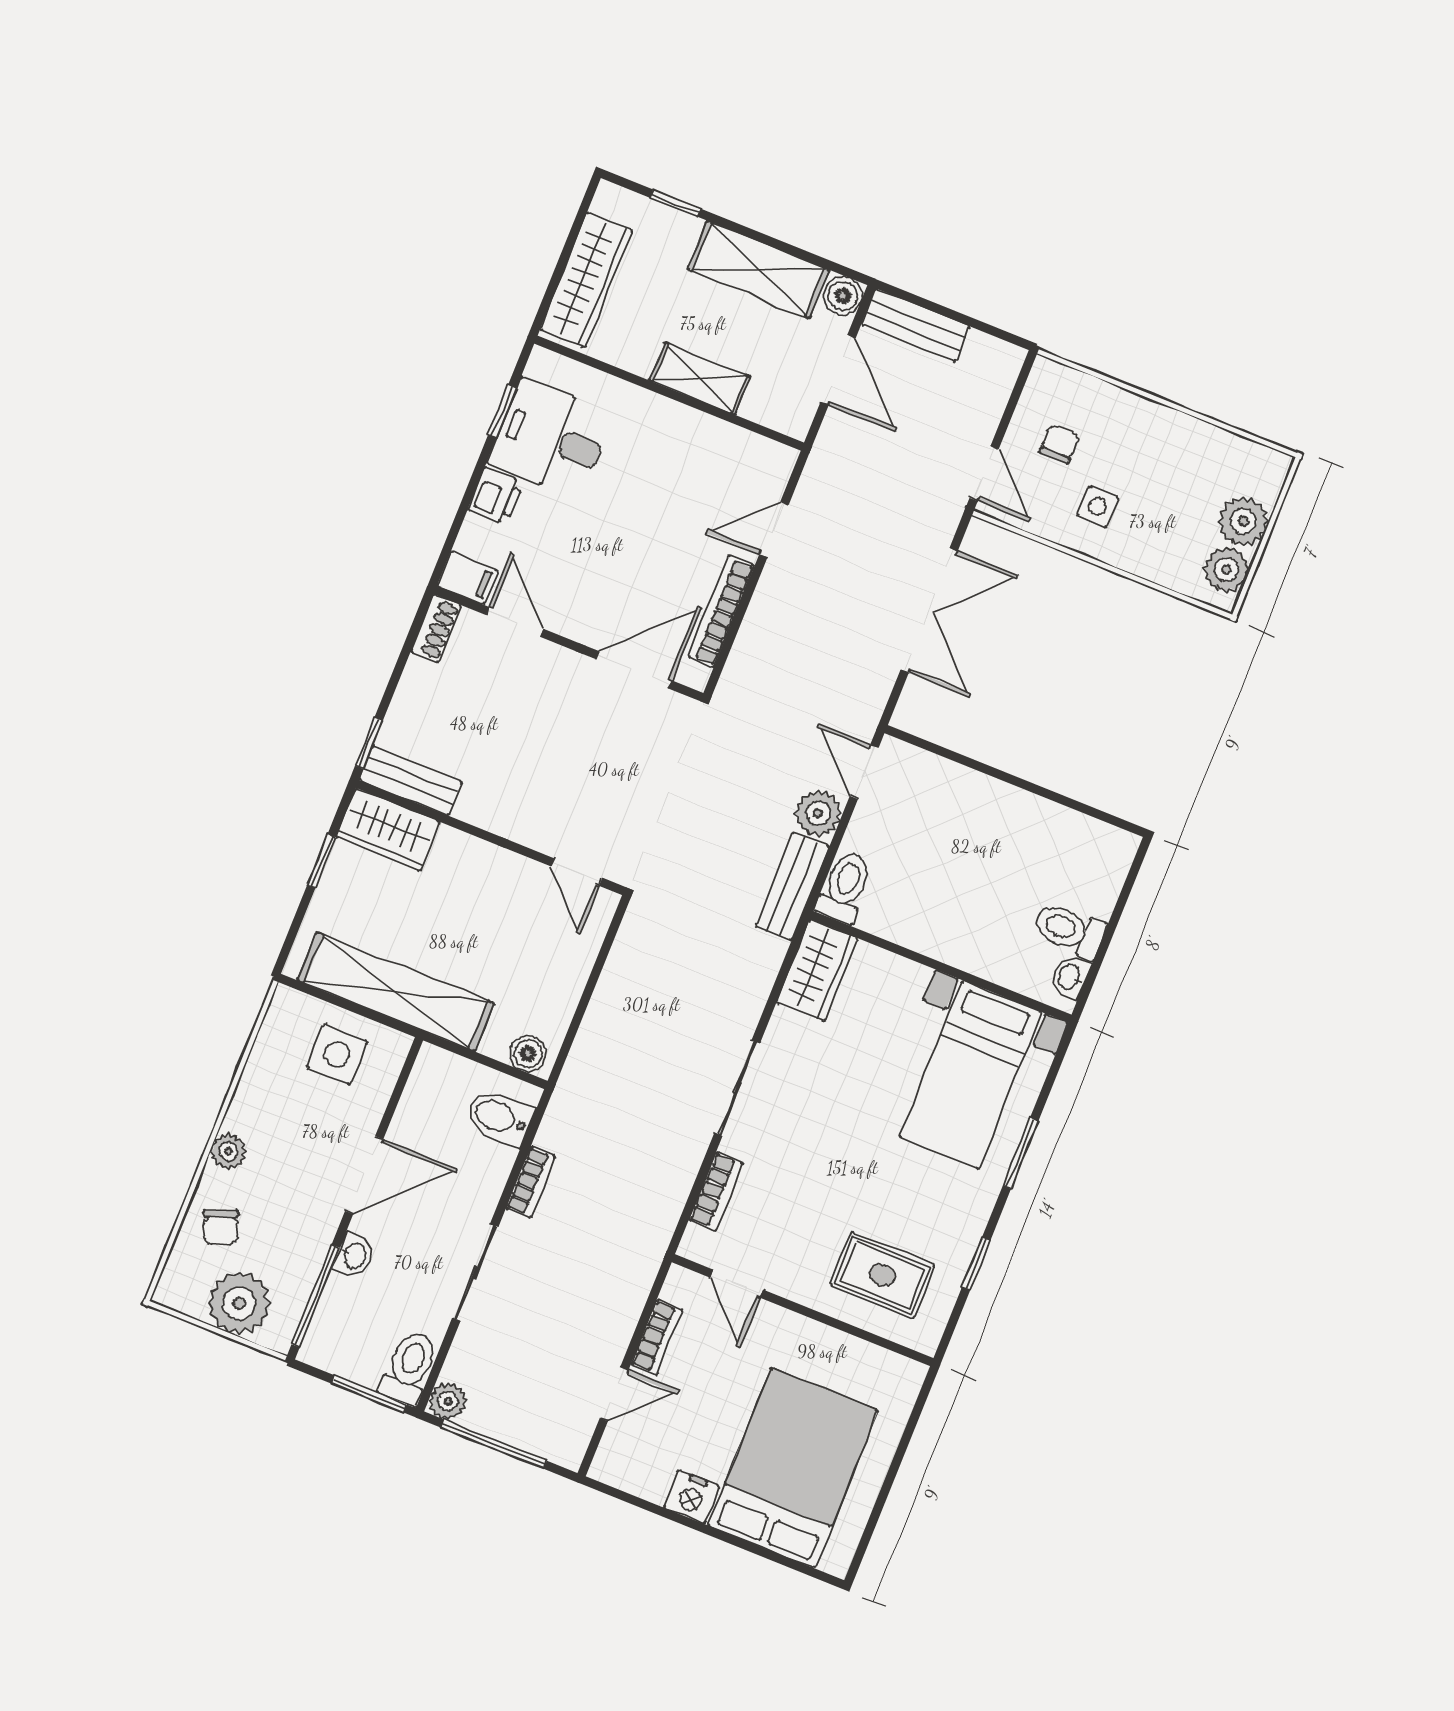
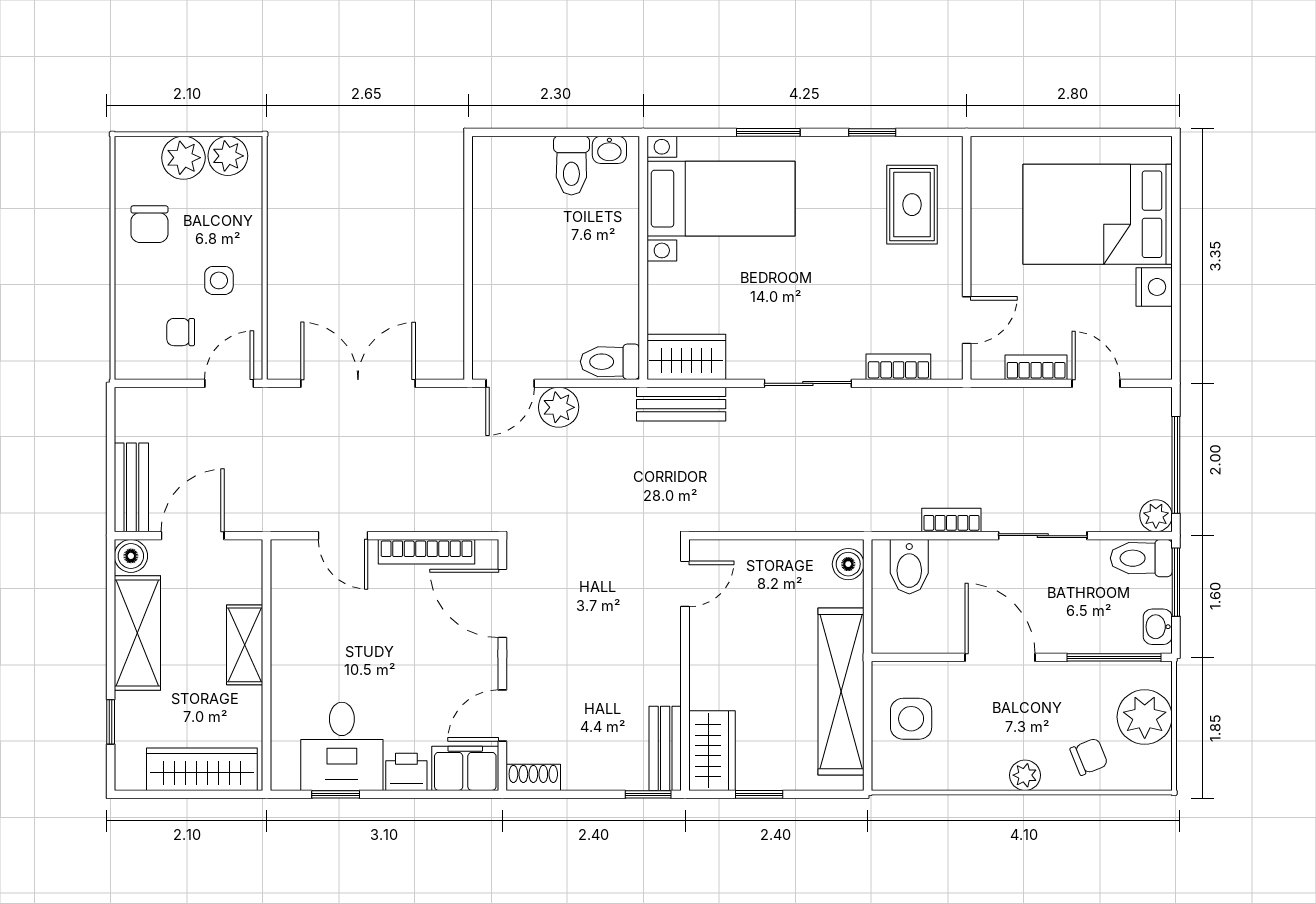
chair: (1187, 457) -> (149, 224), added
filing cabinet: (468, 578) -> (465, 768), width x2.00
bench: (793, 886) -> (681, 404), moved
washbasin: (354, 1256) -> (1158, 627), moved, turned -90

